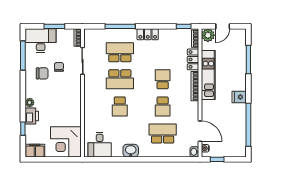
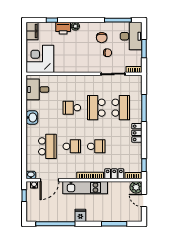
kitchen unit: (208, 75) -> (85, 188), moved
school desk: (163, 106) -> (72, 146), turned 180

